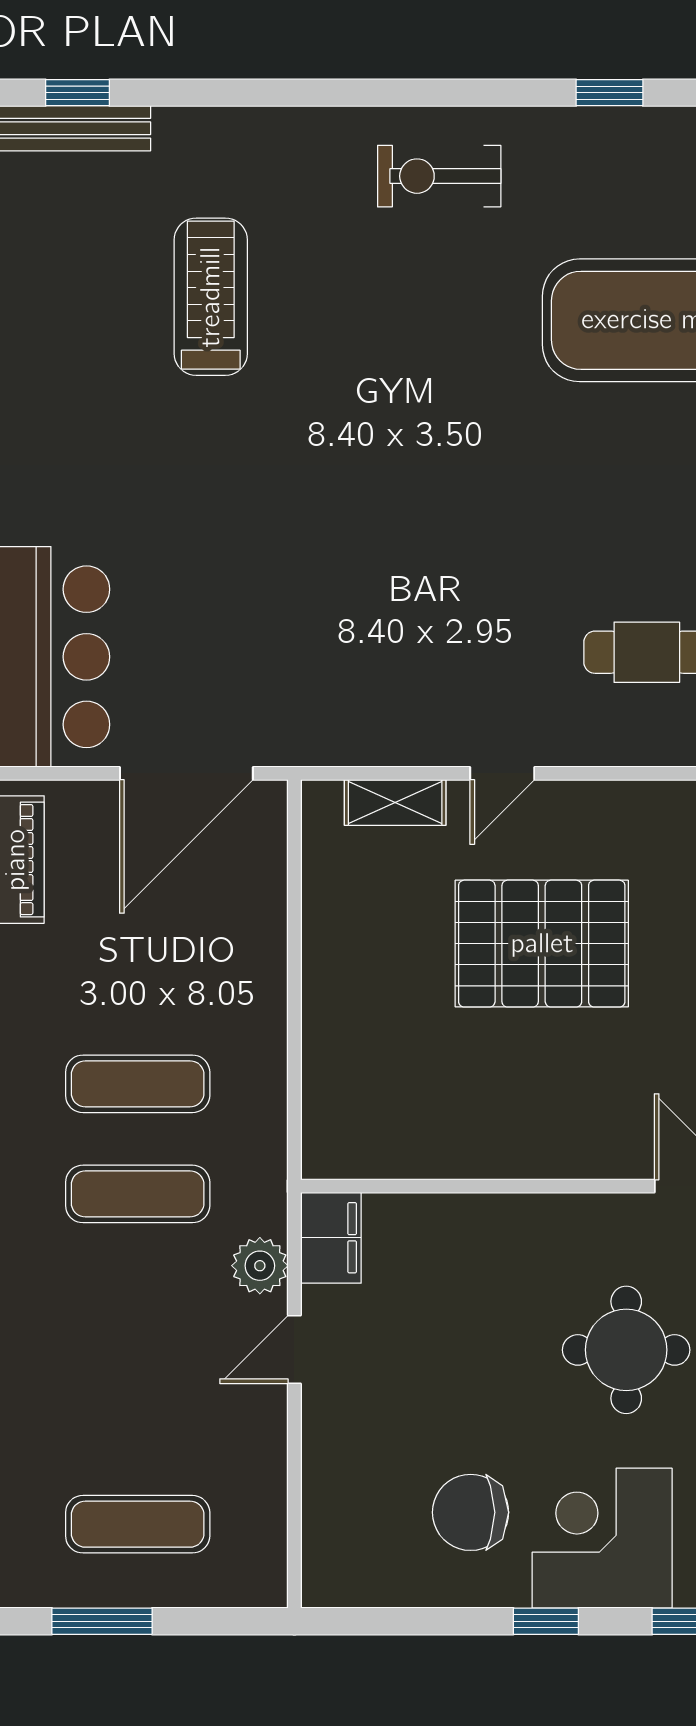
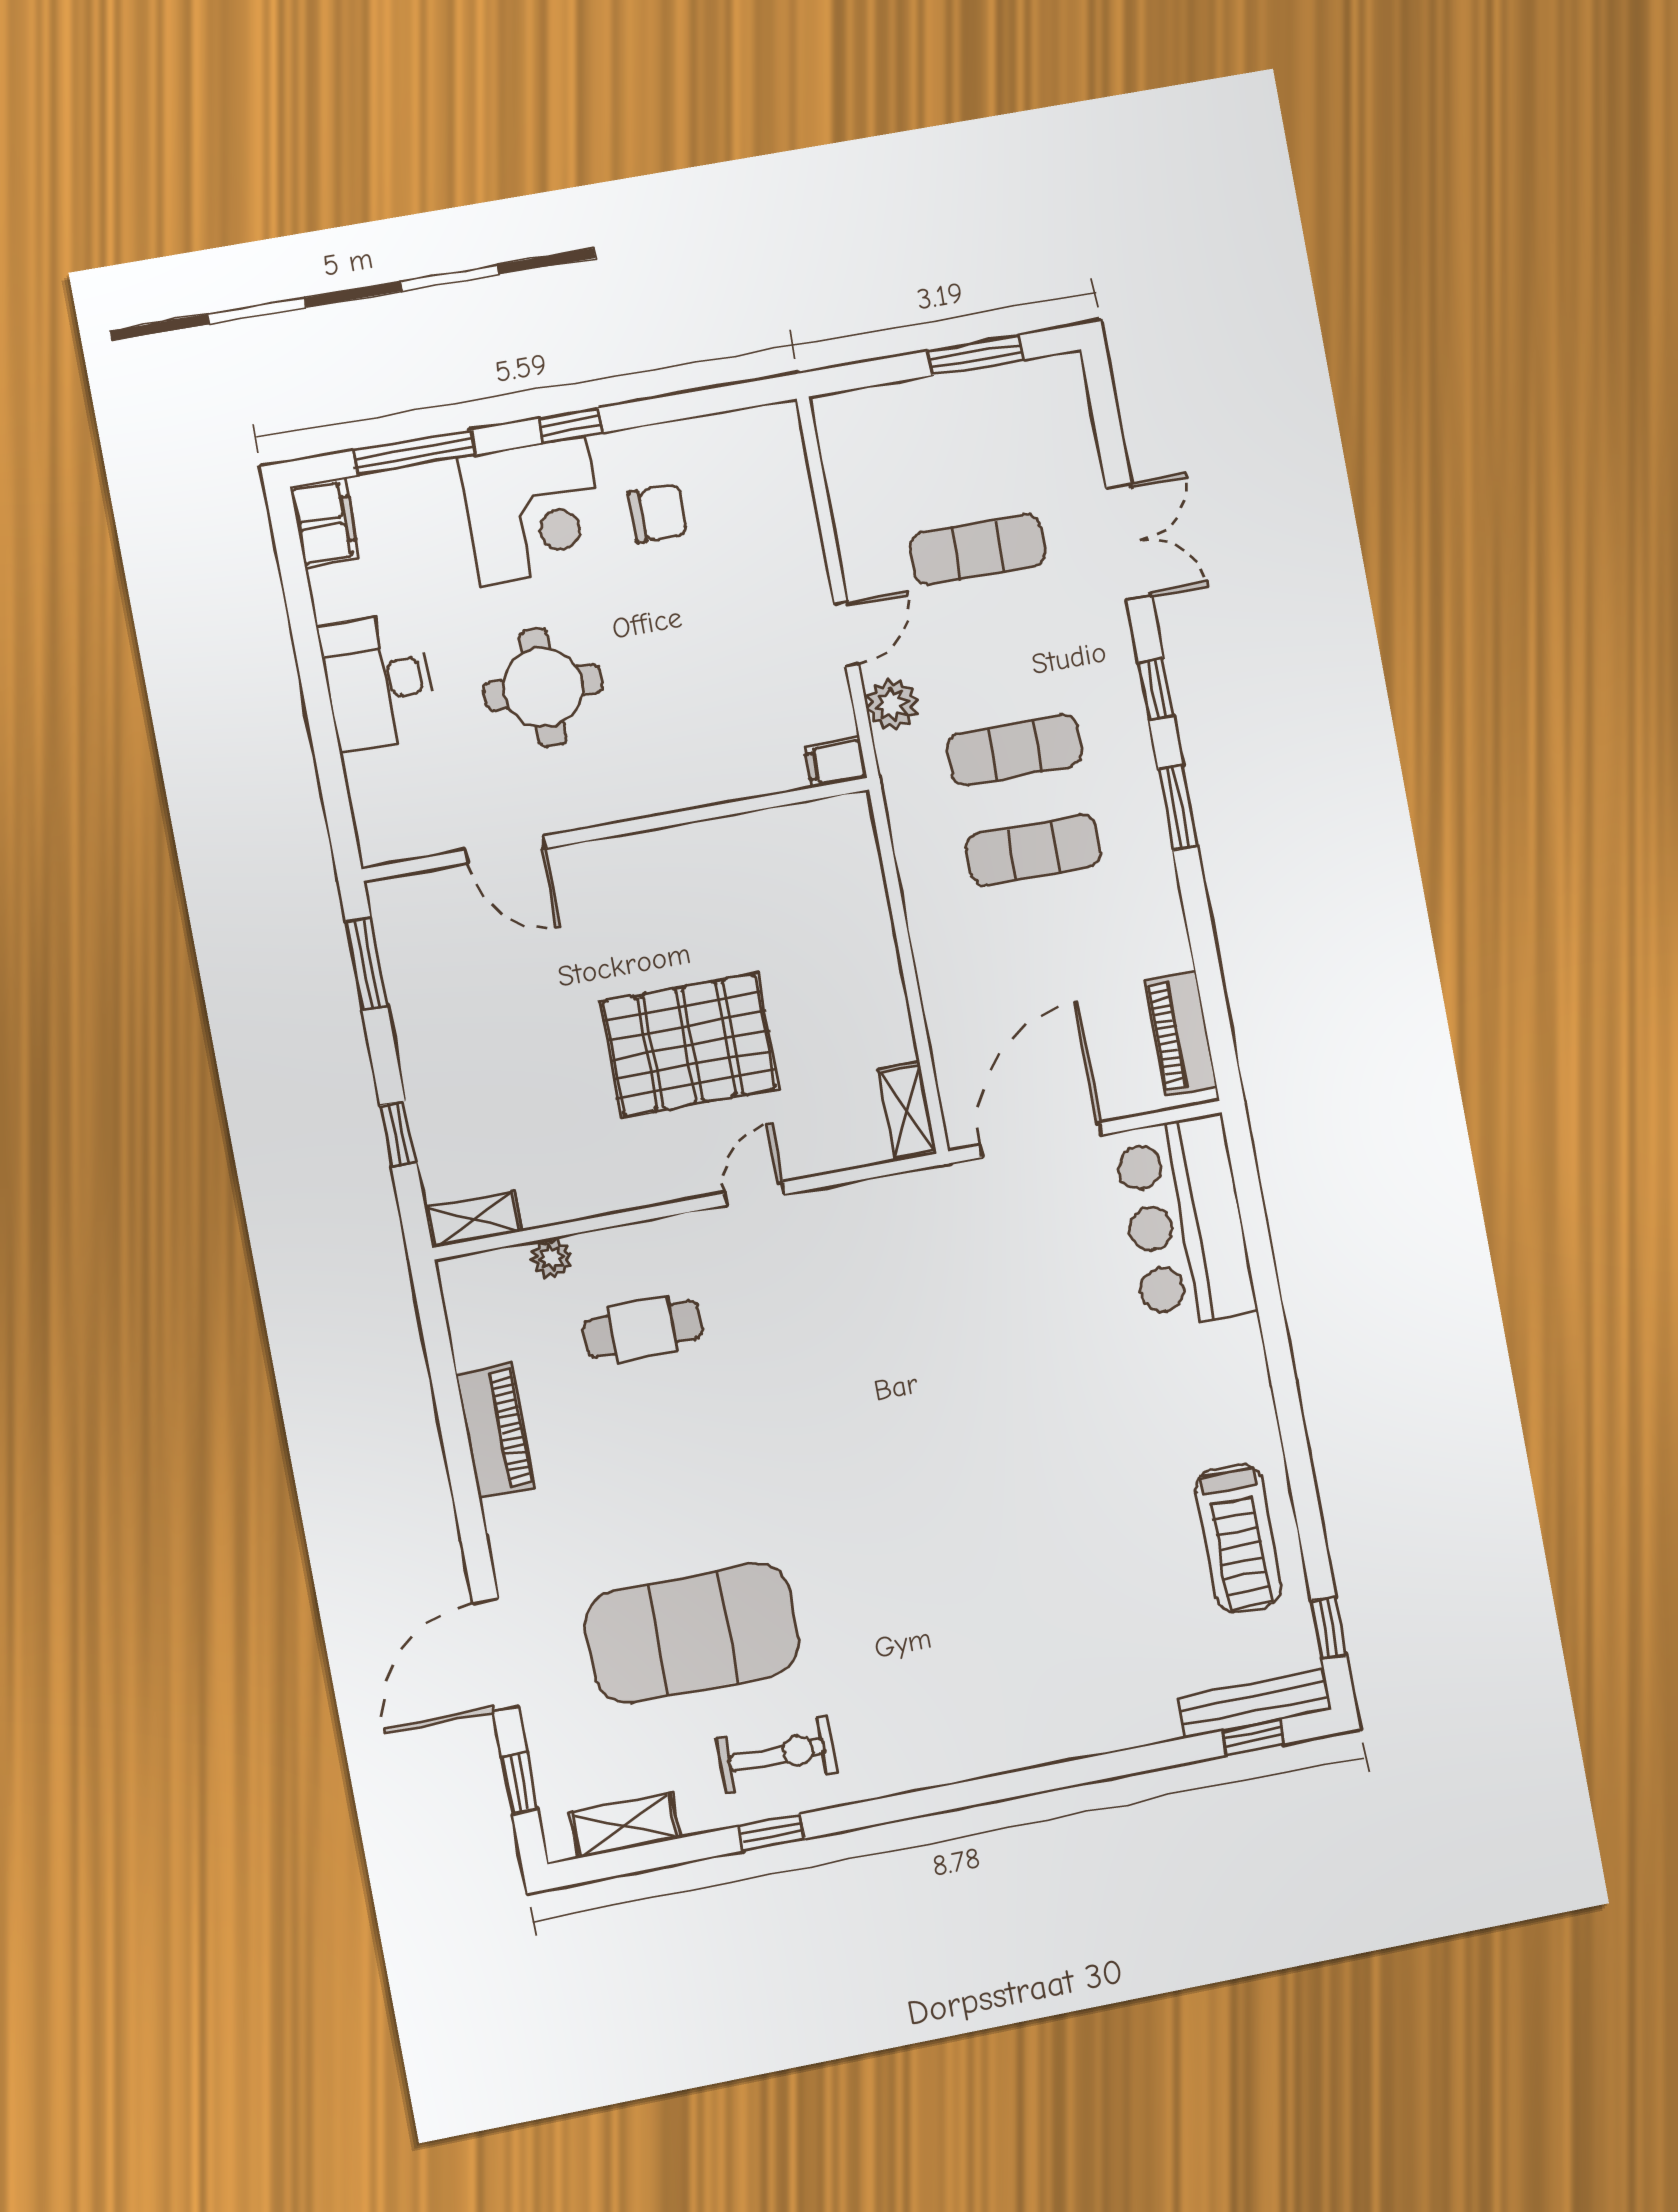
exercise bike: (439, 176) -> (777, 1755), moved
treadmill: (211, 297) -> (1239, 1538), moved
shelving: (395, 802) -> (907, 1111), moved, turned 90
filing cabinet: (331, 1238) -> (836, 762), width x0.50
chair: (471, 1512) -> (658, 513), width x0.73, depth x0.73
exercise mat: (138, 1524) -> (978, 550), moved

